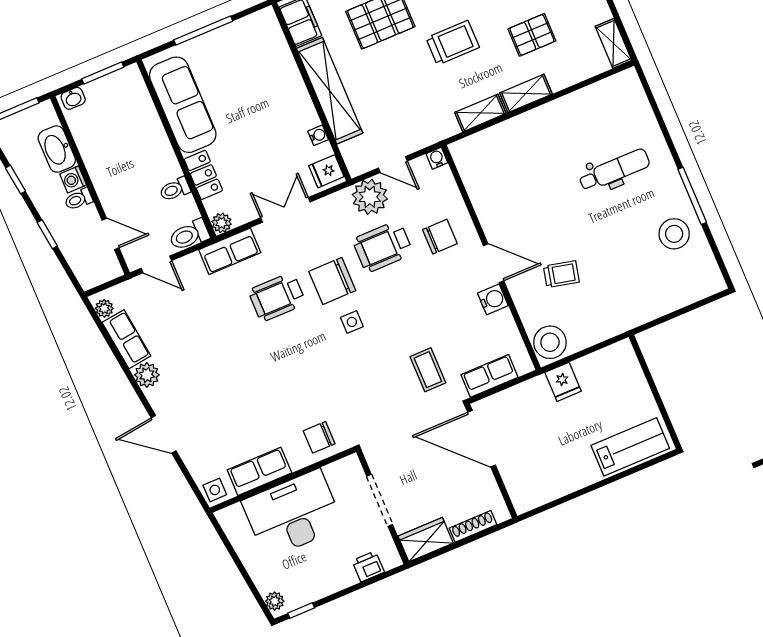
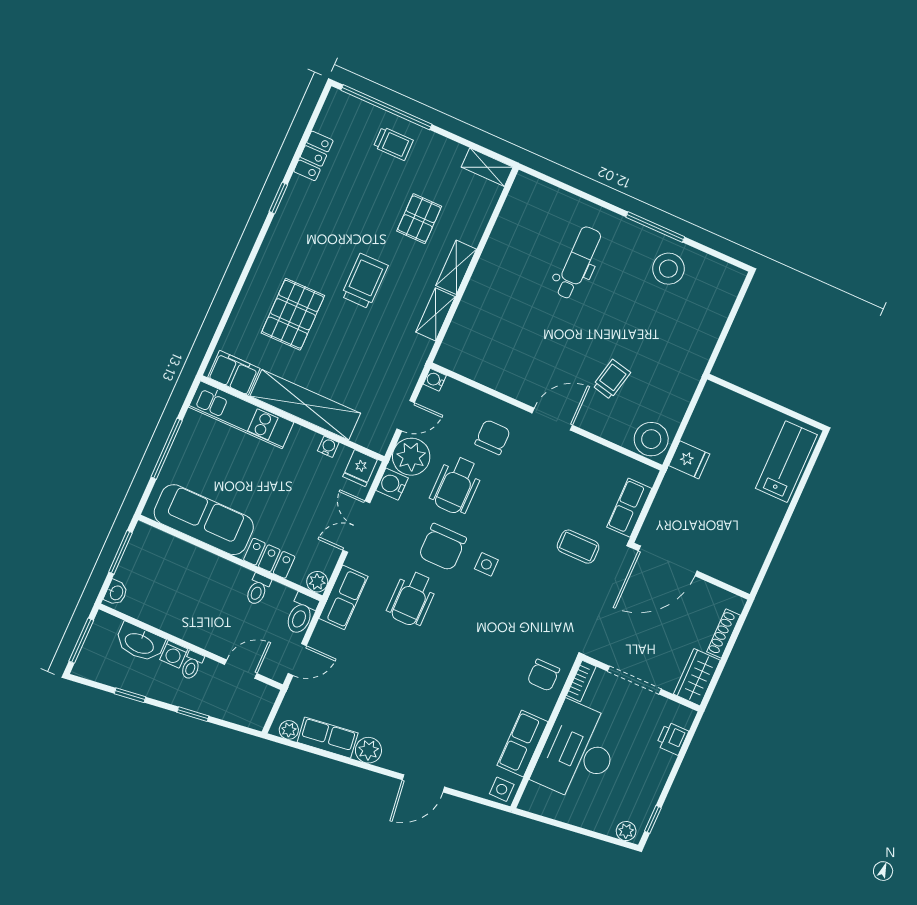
kitchen unit: (278, 56) -> (241, 415), added
water cooler: (493, 299) -> (392, 484), moved, turned -90
bookcase: (342, 466) -> (581, 681), added

